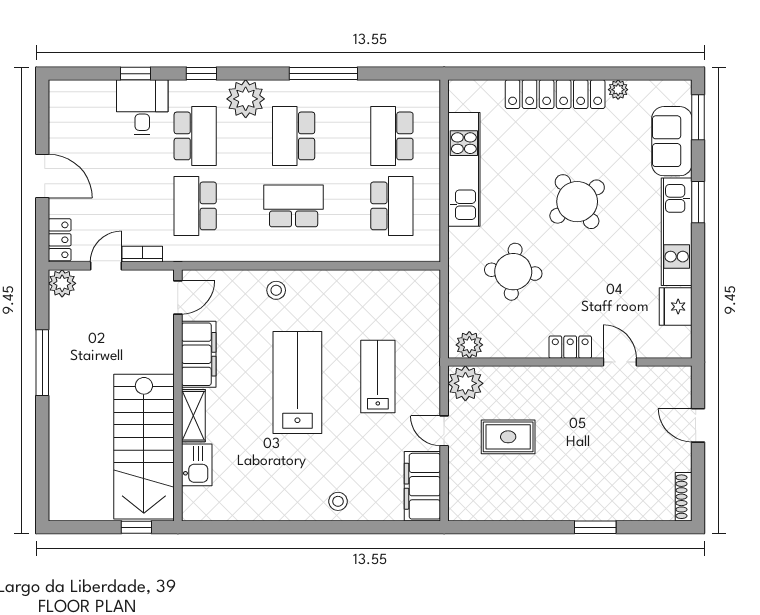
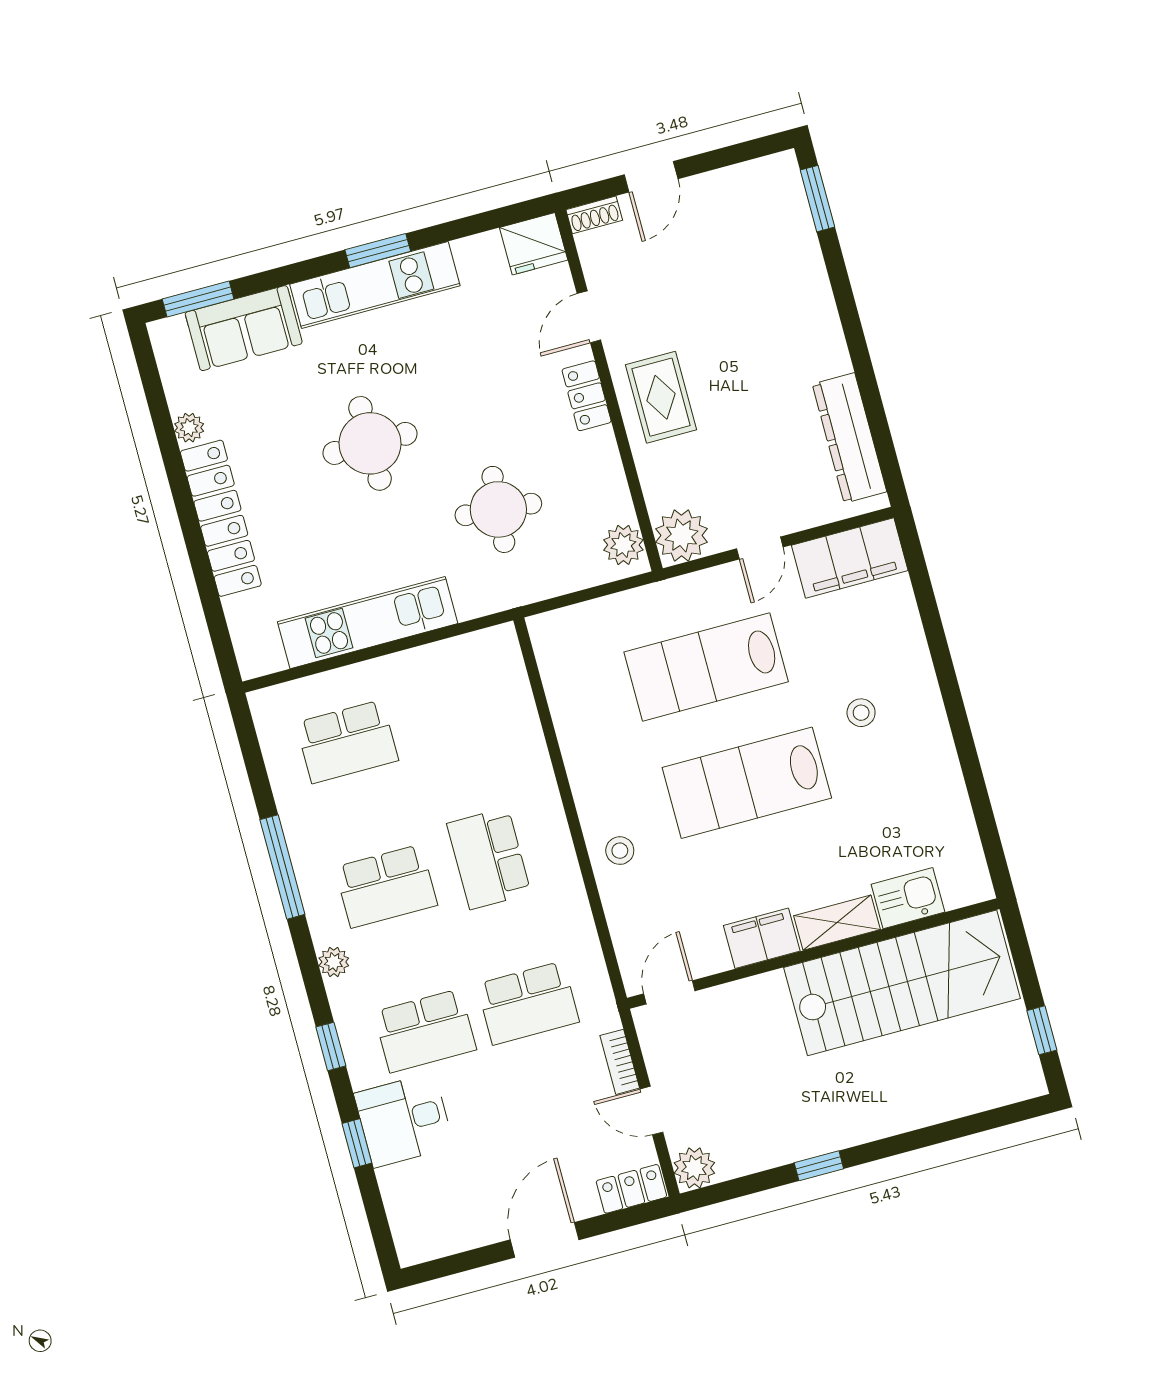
plant: (246, 99) -> (334, 962), width x0.53, depth x0.53
school desk: (195, 136) -> (425, 1031), turned 180
round table: (577, 202) -> (370, 443), turned 36
window: (698, 202) -> (378, 251), moved
school desk: (392, 206) -> (450, 714), removed
door: (178, 298) -> (669, 992), hinge flipped
fridge: (676, 307) -> (534, 244), moved
filing cabinet: (199, 354) -> (762, 938), width x0.67, depth x0.86
window: (42, 363) -> (819, 1166), width x0.46
lab bench: (378, 377) -> (706, 667), width x1.36, depth x1.39
rug: (508, 437) -> (661, 397), moved
shoe rack: (684, 497) -> (594, 215), moved, width x0.70
stool: (338, 501) -> (861, 713), moved
dresser: (498, 507) -> (849, 438), added
window: (136, 527) -> (1042, 1030), moved
window: (595, 527) -> (817, 199), moved

